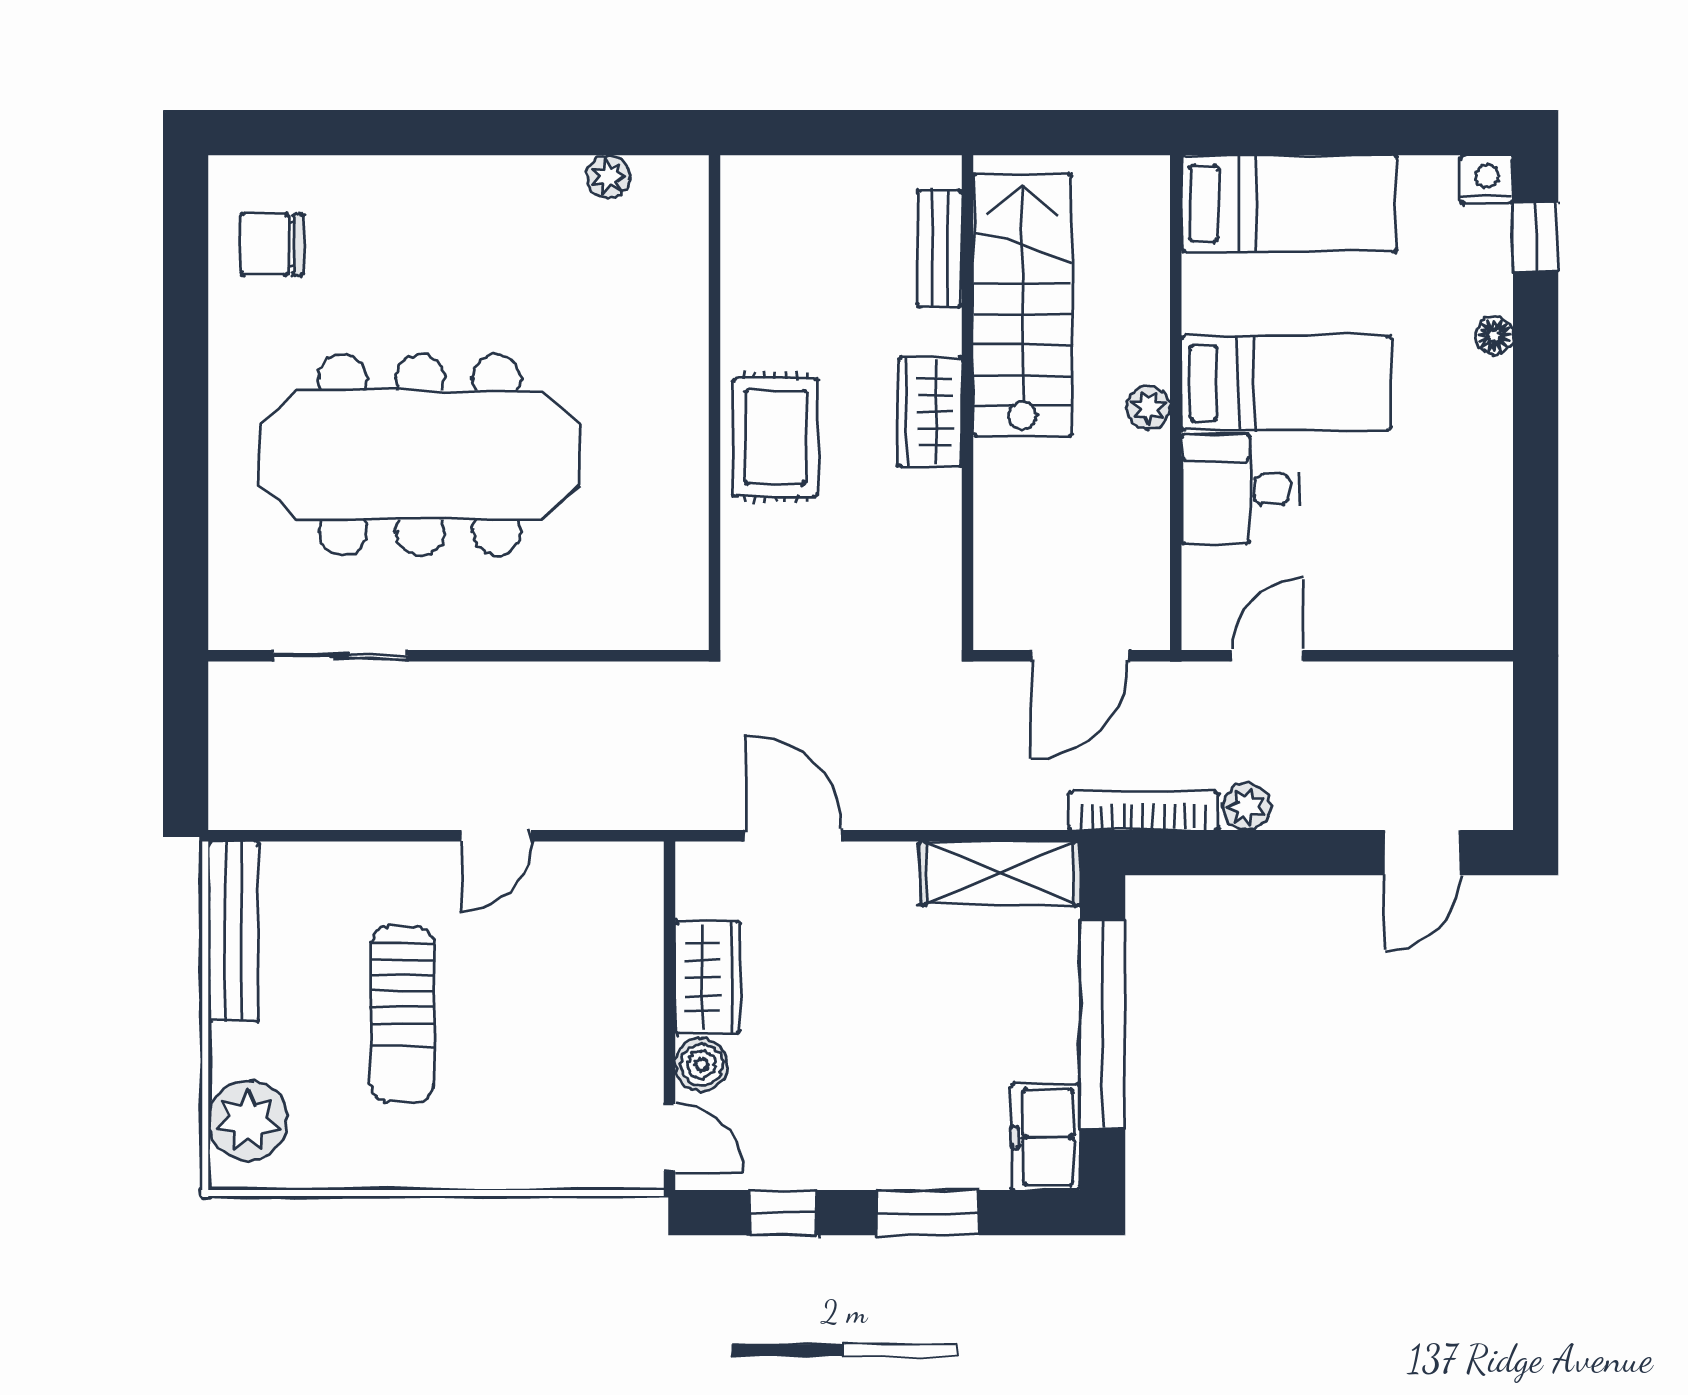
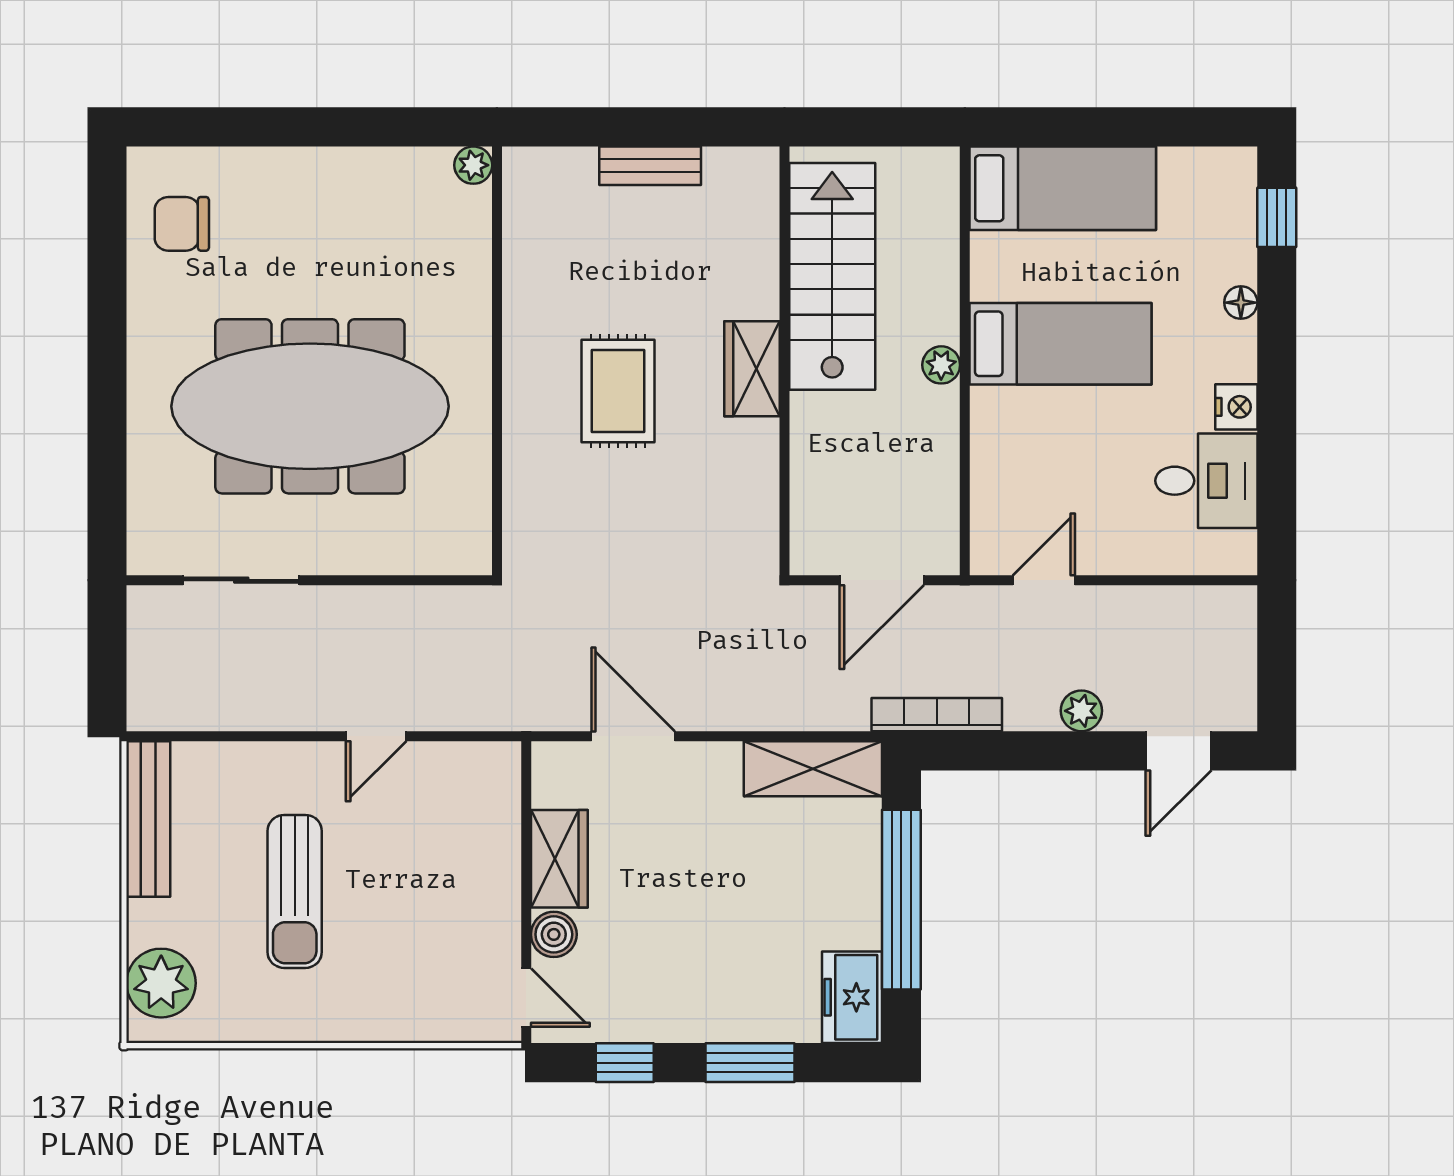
nightstand: (1487, 179) -> (1236, 407), moved, turned 90
bench: (940, 249) -> (650, 166), moved, turned 90
wall: (714, 403) -> (497, 361), moved
desk: (1240, 489) -> (1206, 481), moved, turned 180
plant: (1247, 806) -> (1081, 711), moved

